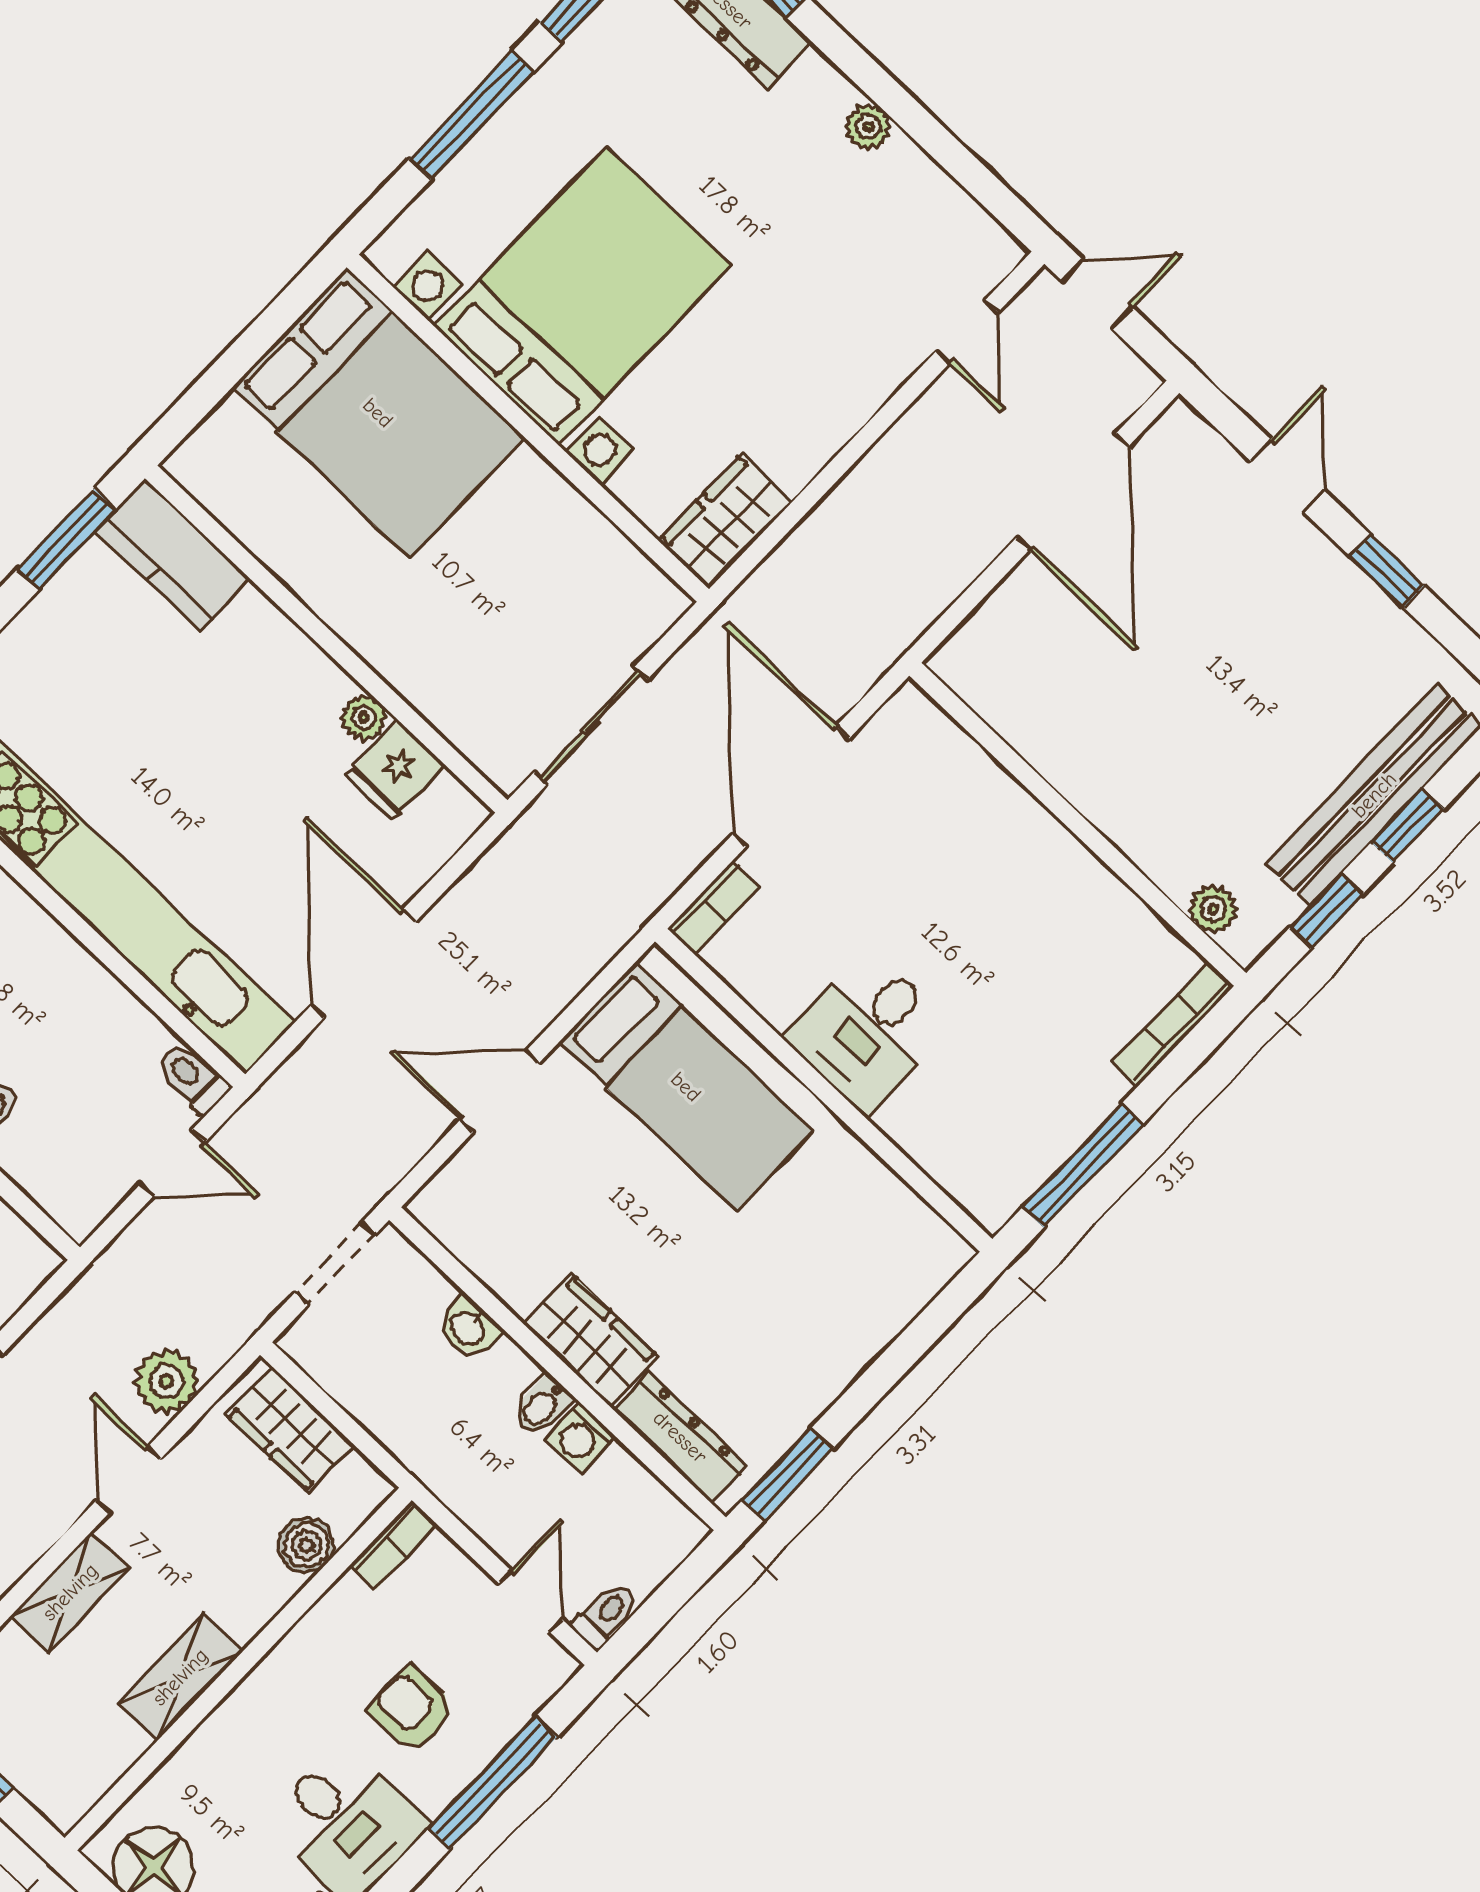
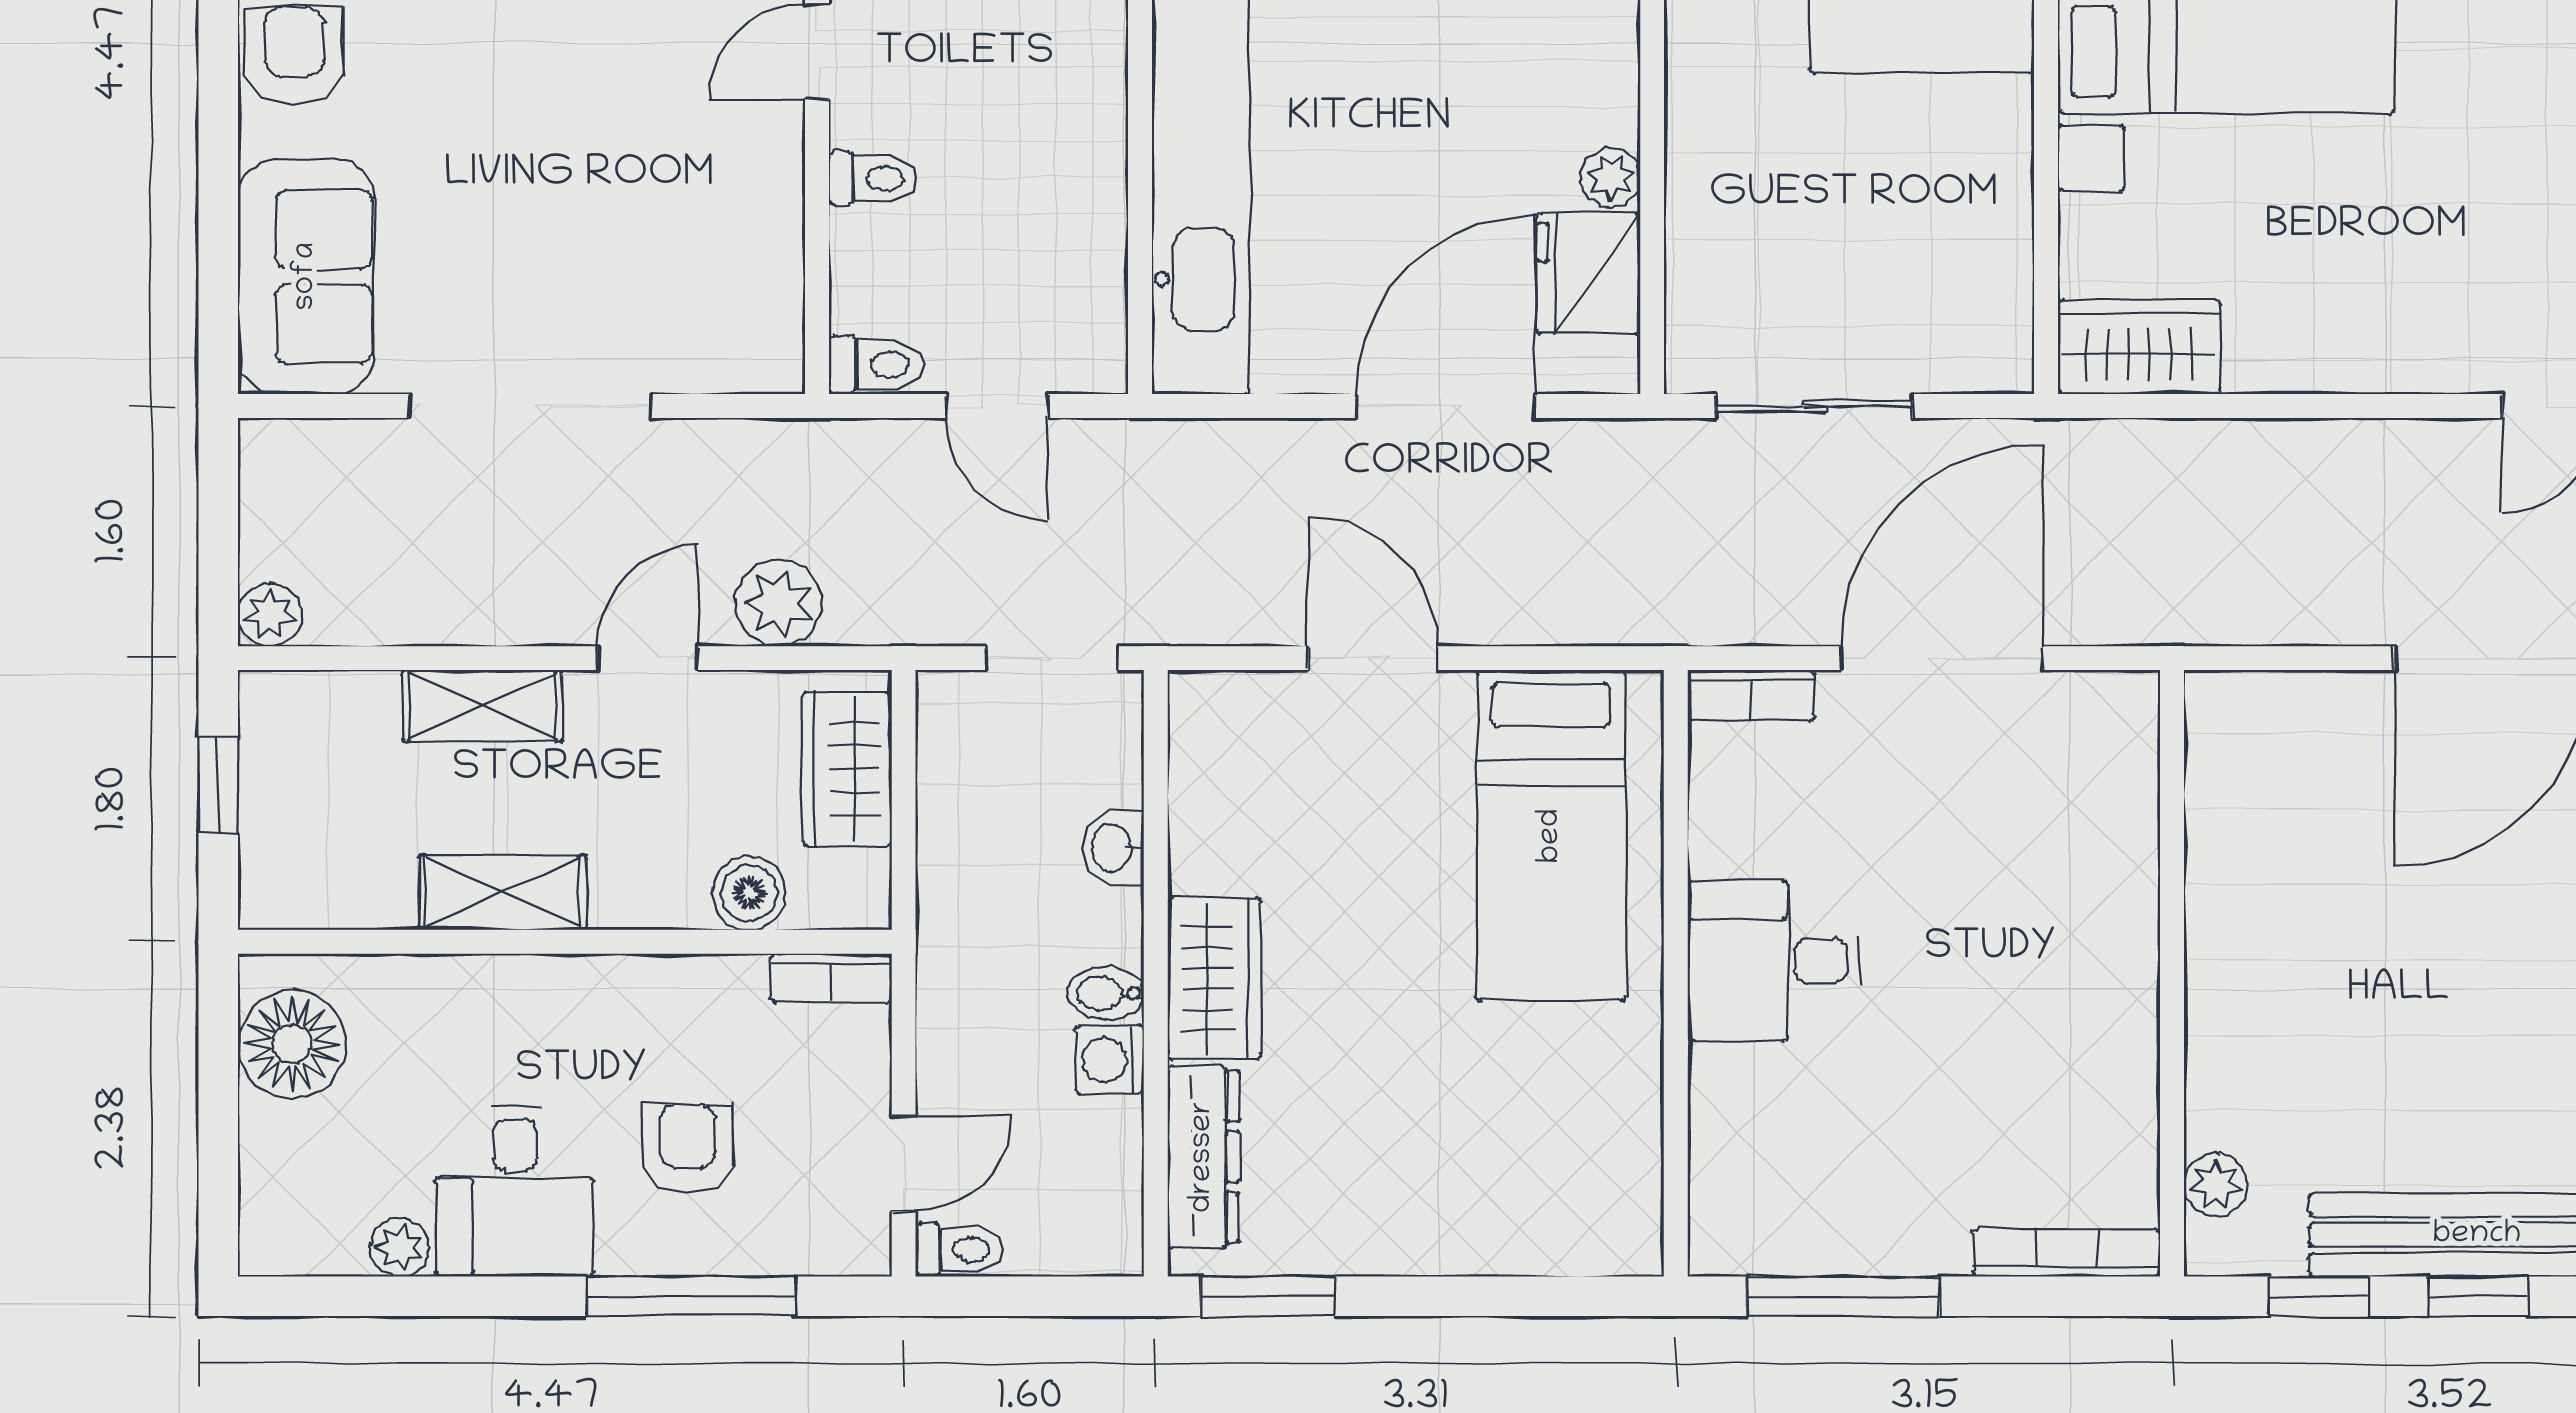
fridge: (395, 770) -> (1588, 274), width x1.38
door: (364, 963) -> (1445, 406), moved
toilet: (193, 1078) -> (877, 365), moved, turned 90

